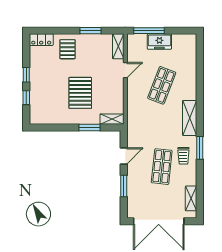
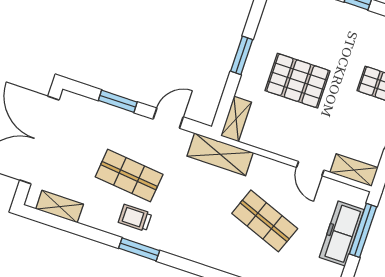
freezer: (159, 42) -> (342, 233), width x1.40
shelving: (190, 118) -> (220, 154), moved
window: (89, 128) -> (242, 55), moved
door: (124, 156) -> (168, 118), swing flipped

